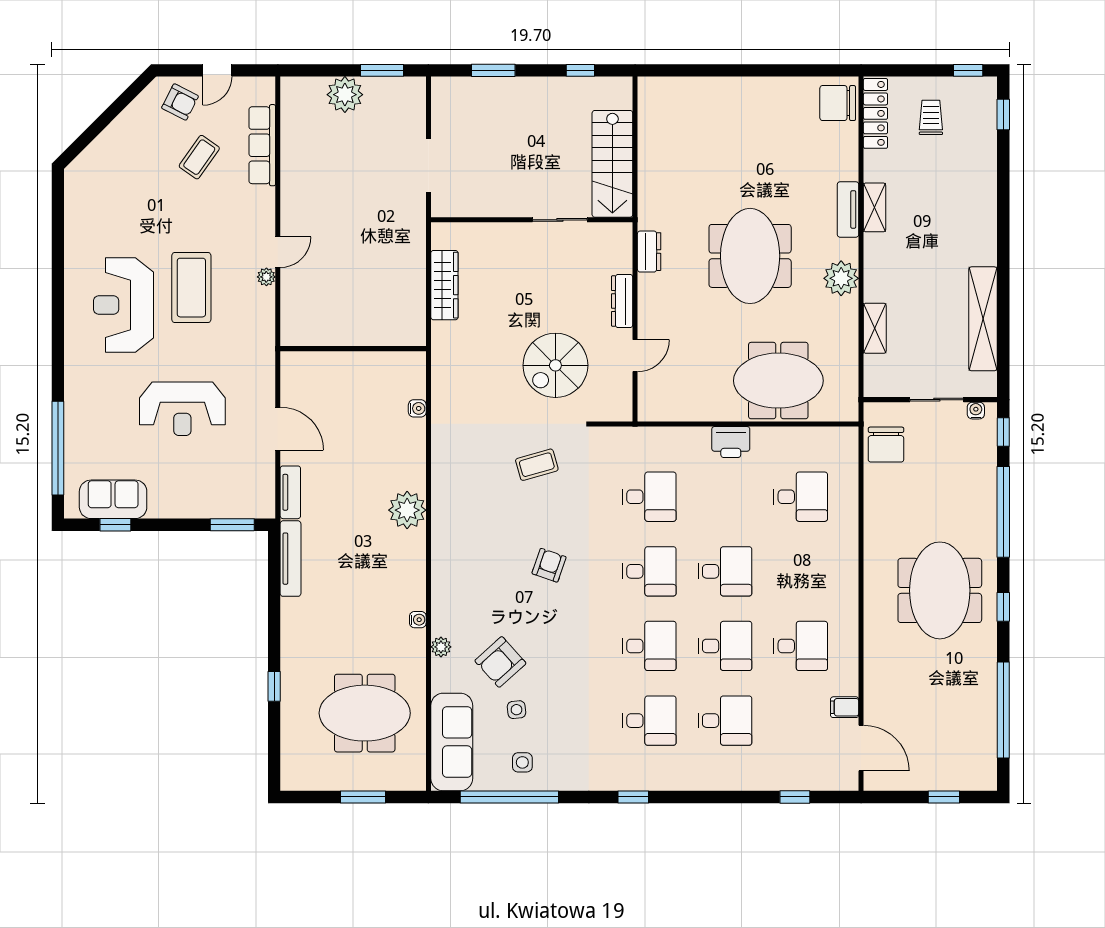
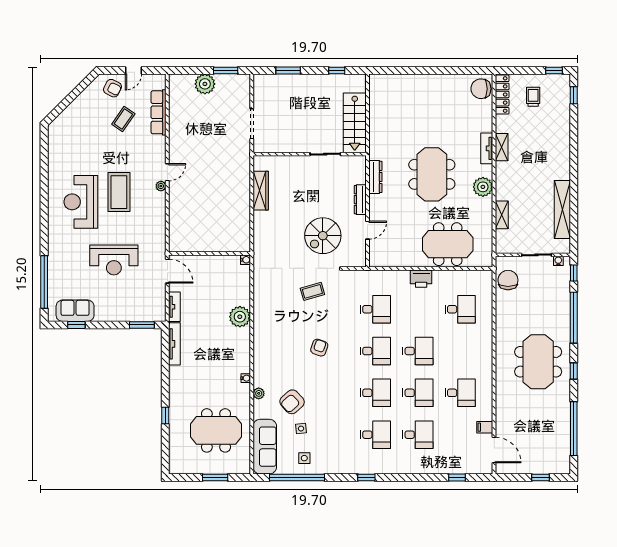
dresser: (649, 252) -> (375, 177), width x1.44
wall: (353, 349) -> (210, 254), moved
chair: (886, 445) -> (508, 280), turned 180

